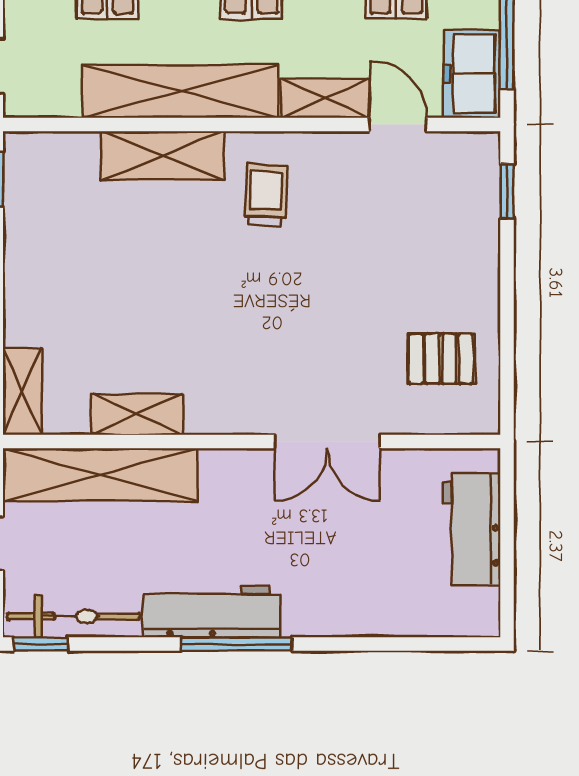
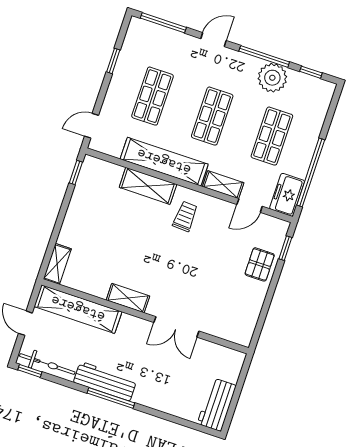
door: (398, 125) -> (250, 205), swing flipped
pallet: (441, 359) -> (260, 264), moved, turned 90
shelving: (138, 414) -> (128, 298), moved
workbench: (471, 529) -> (217, 405), moved

